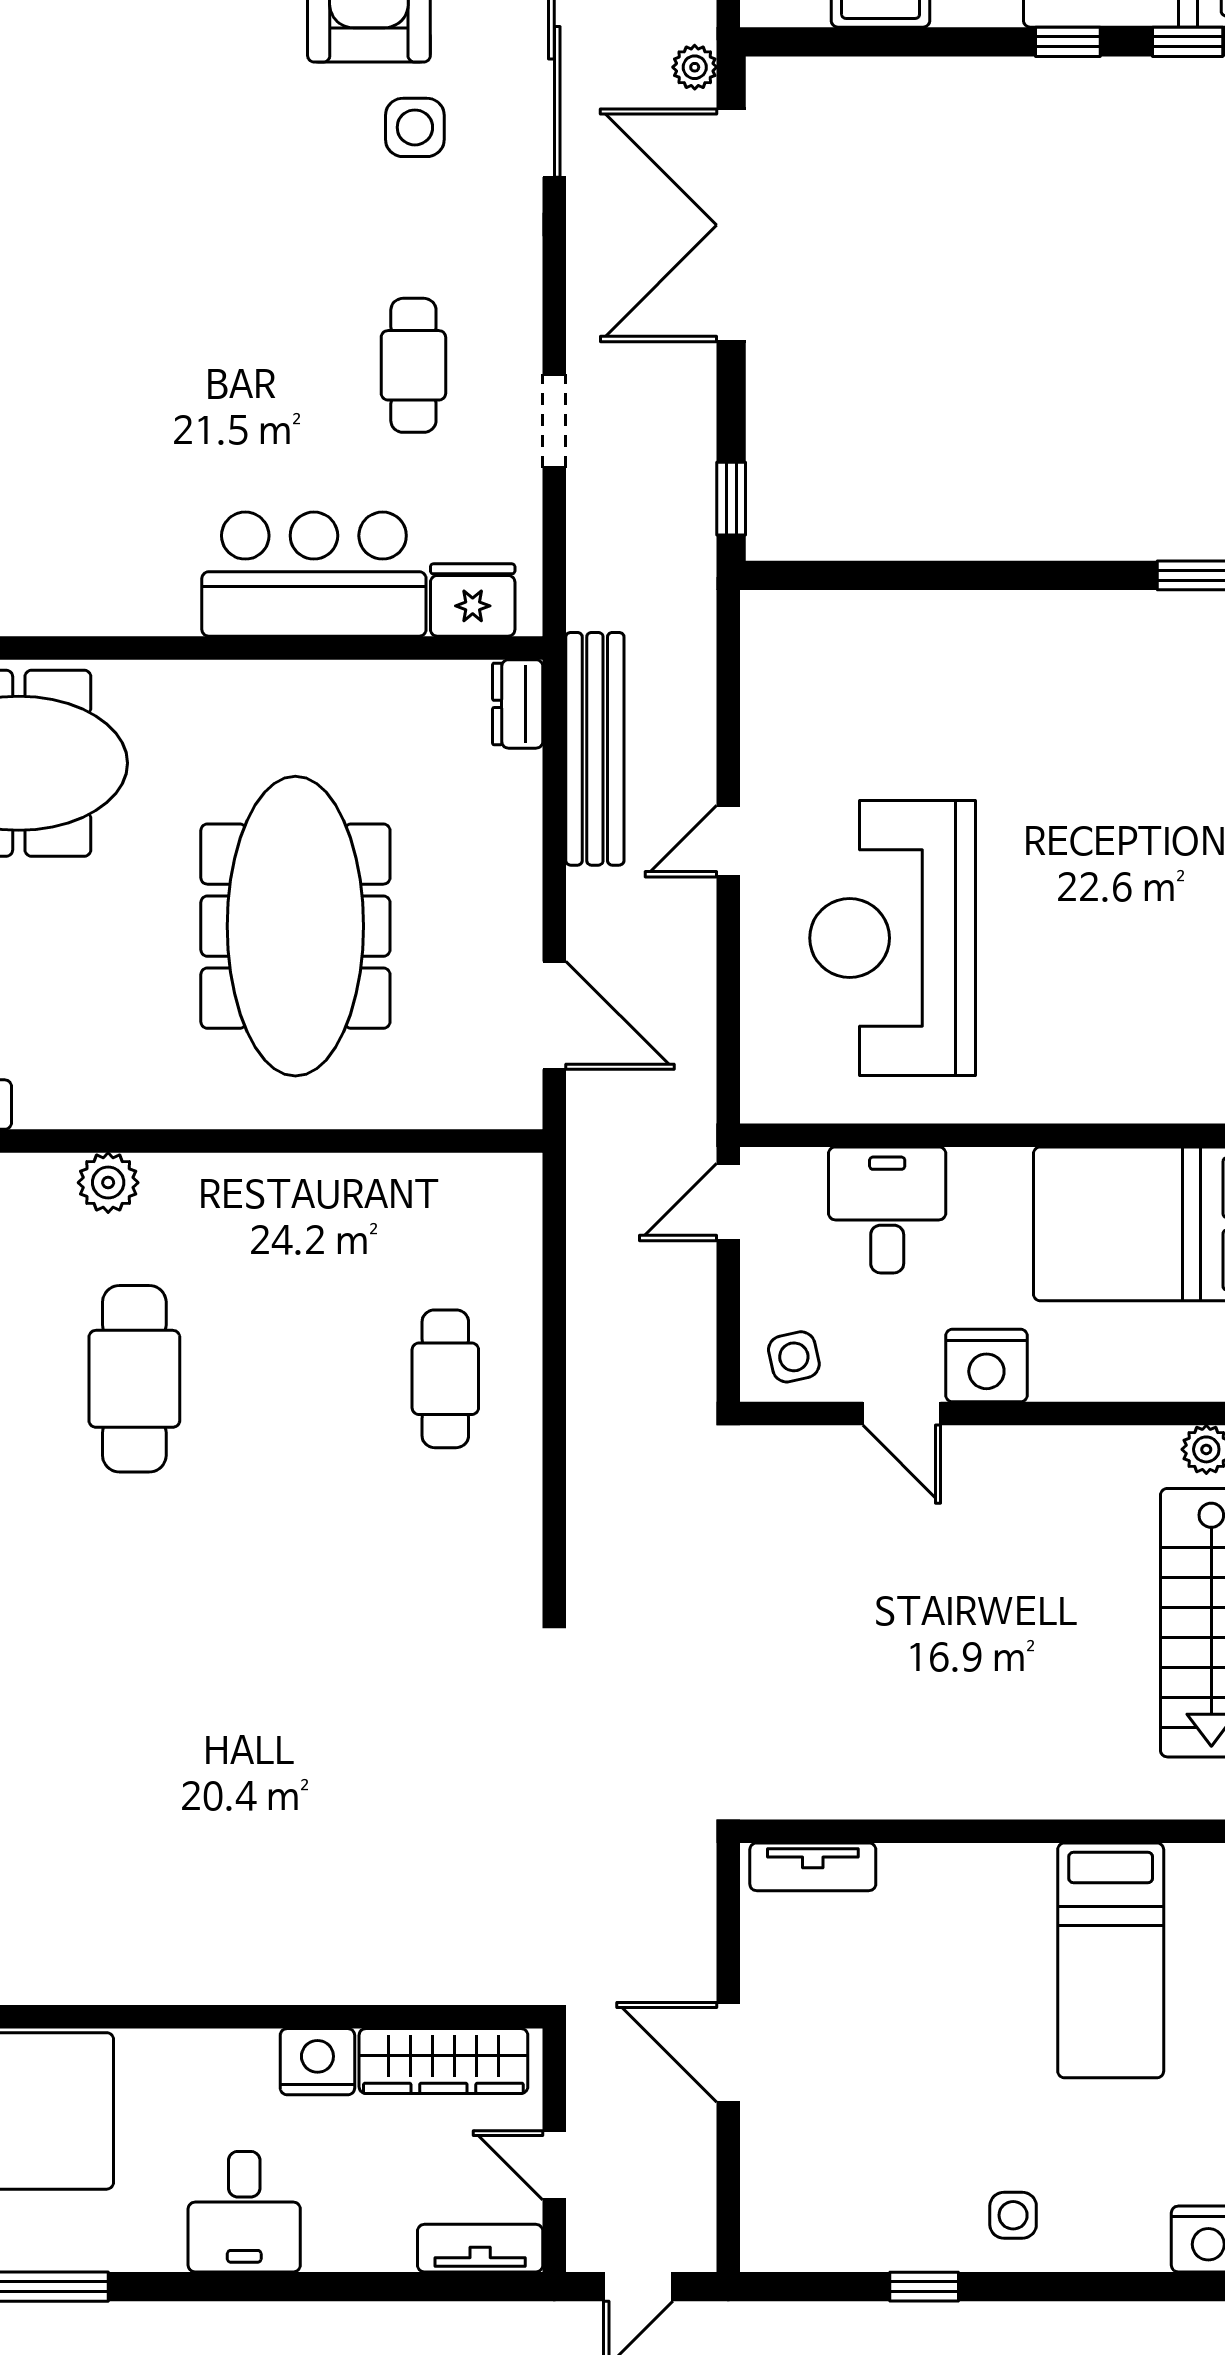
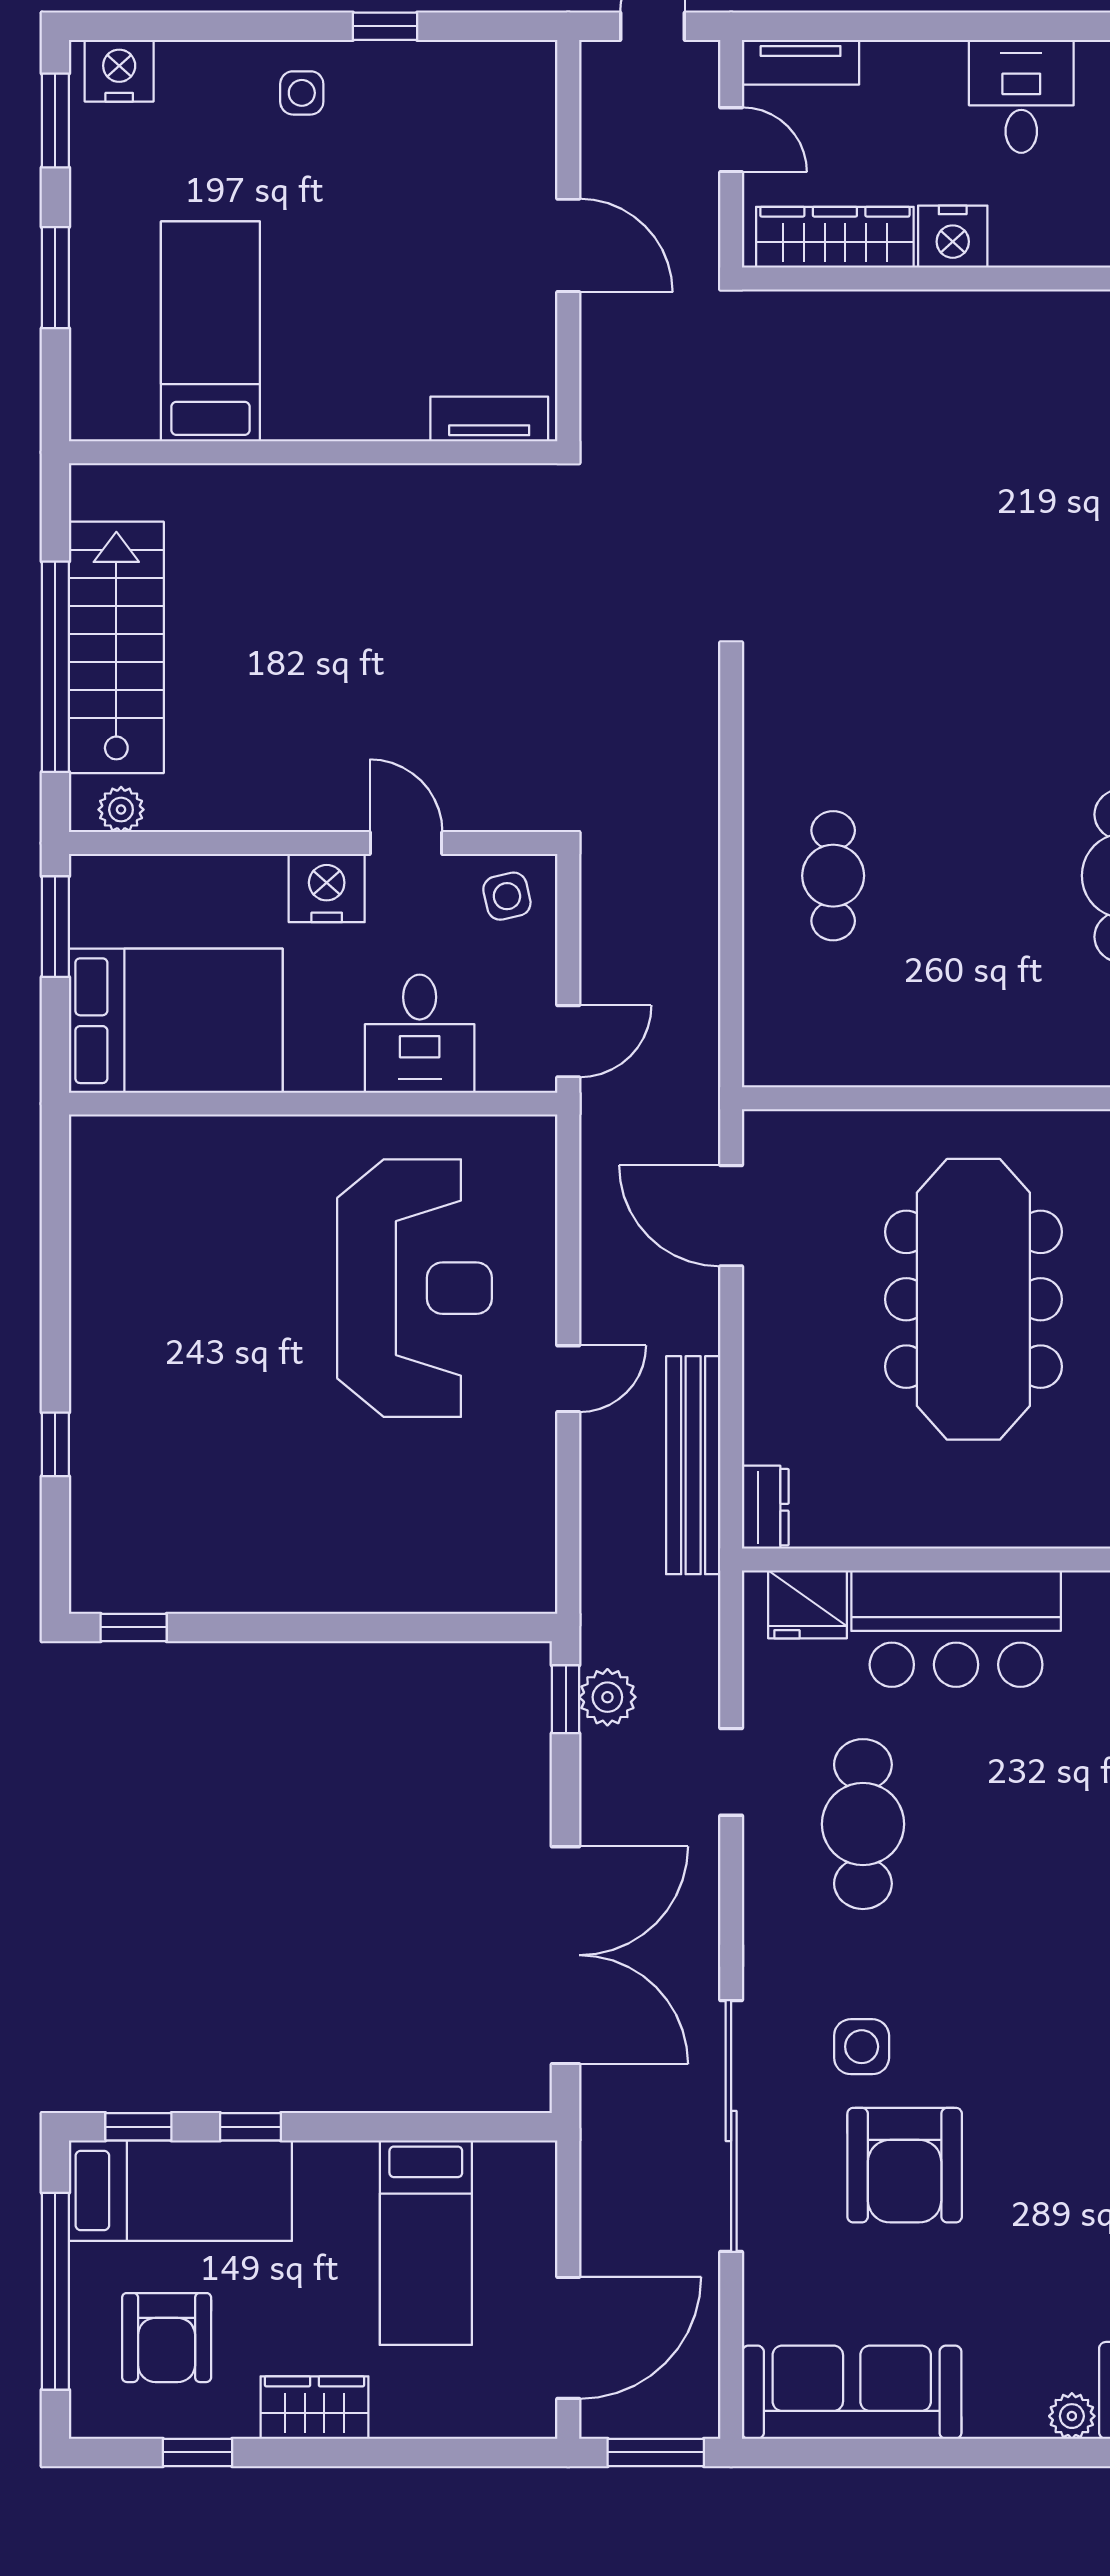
plant: (695, 67) -> (607, 1697), moved, width x1.38, depth x1.38
cafe table: (413, 365) -> (863, 1824), width x1.37, depth x1.35

